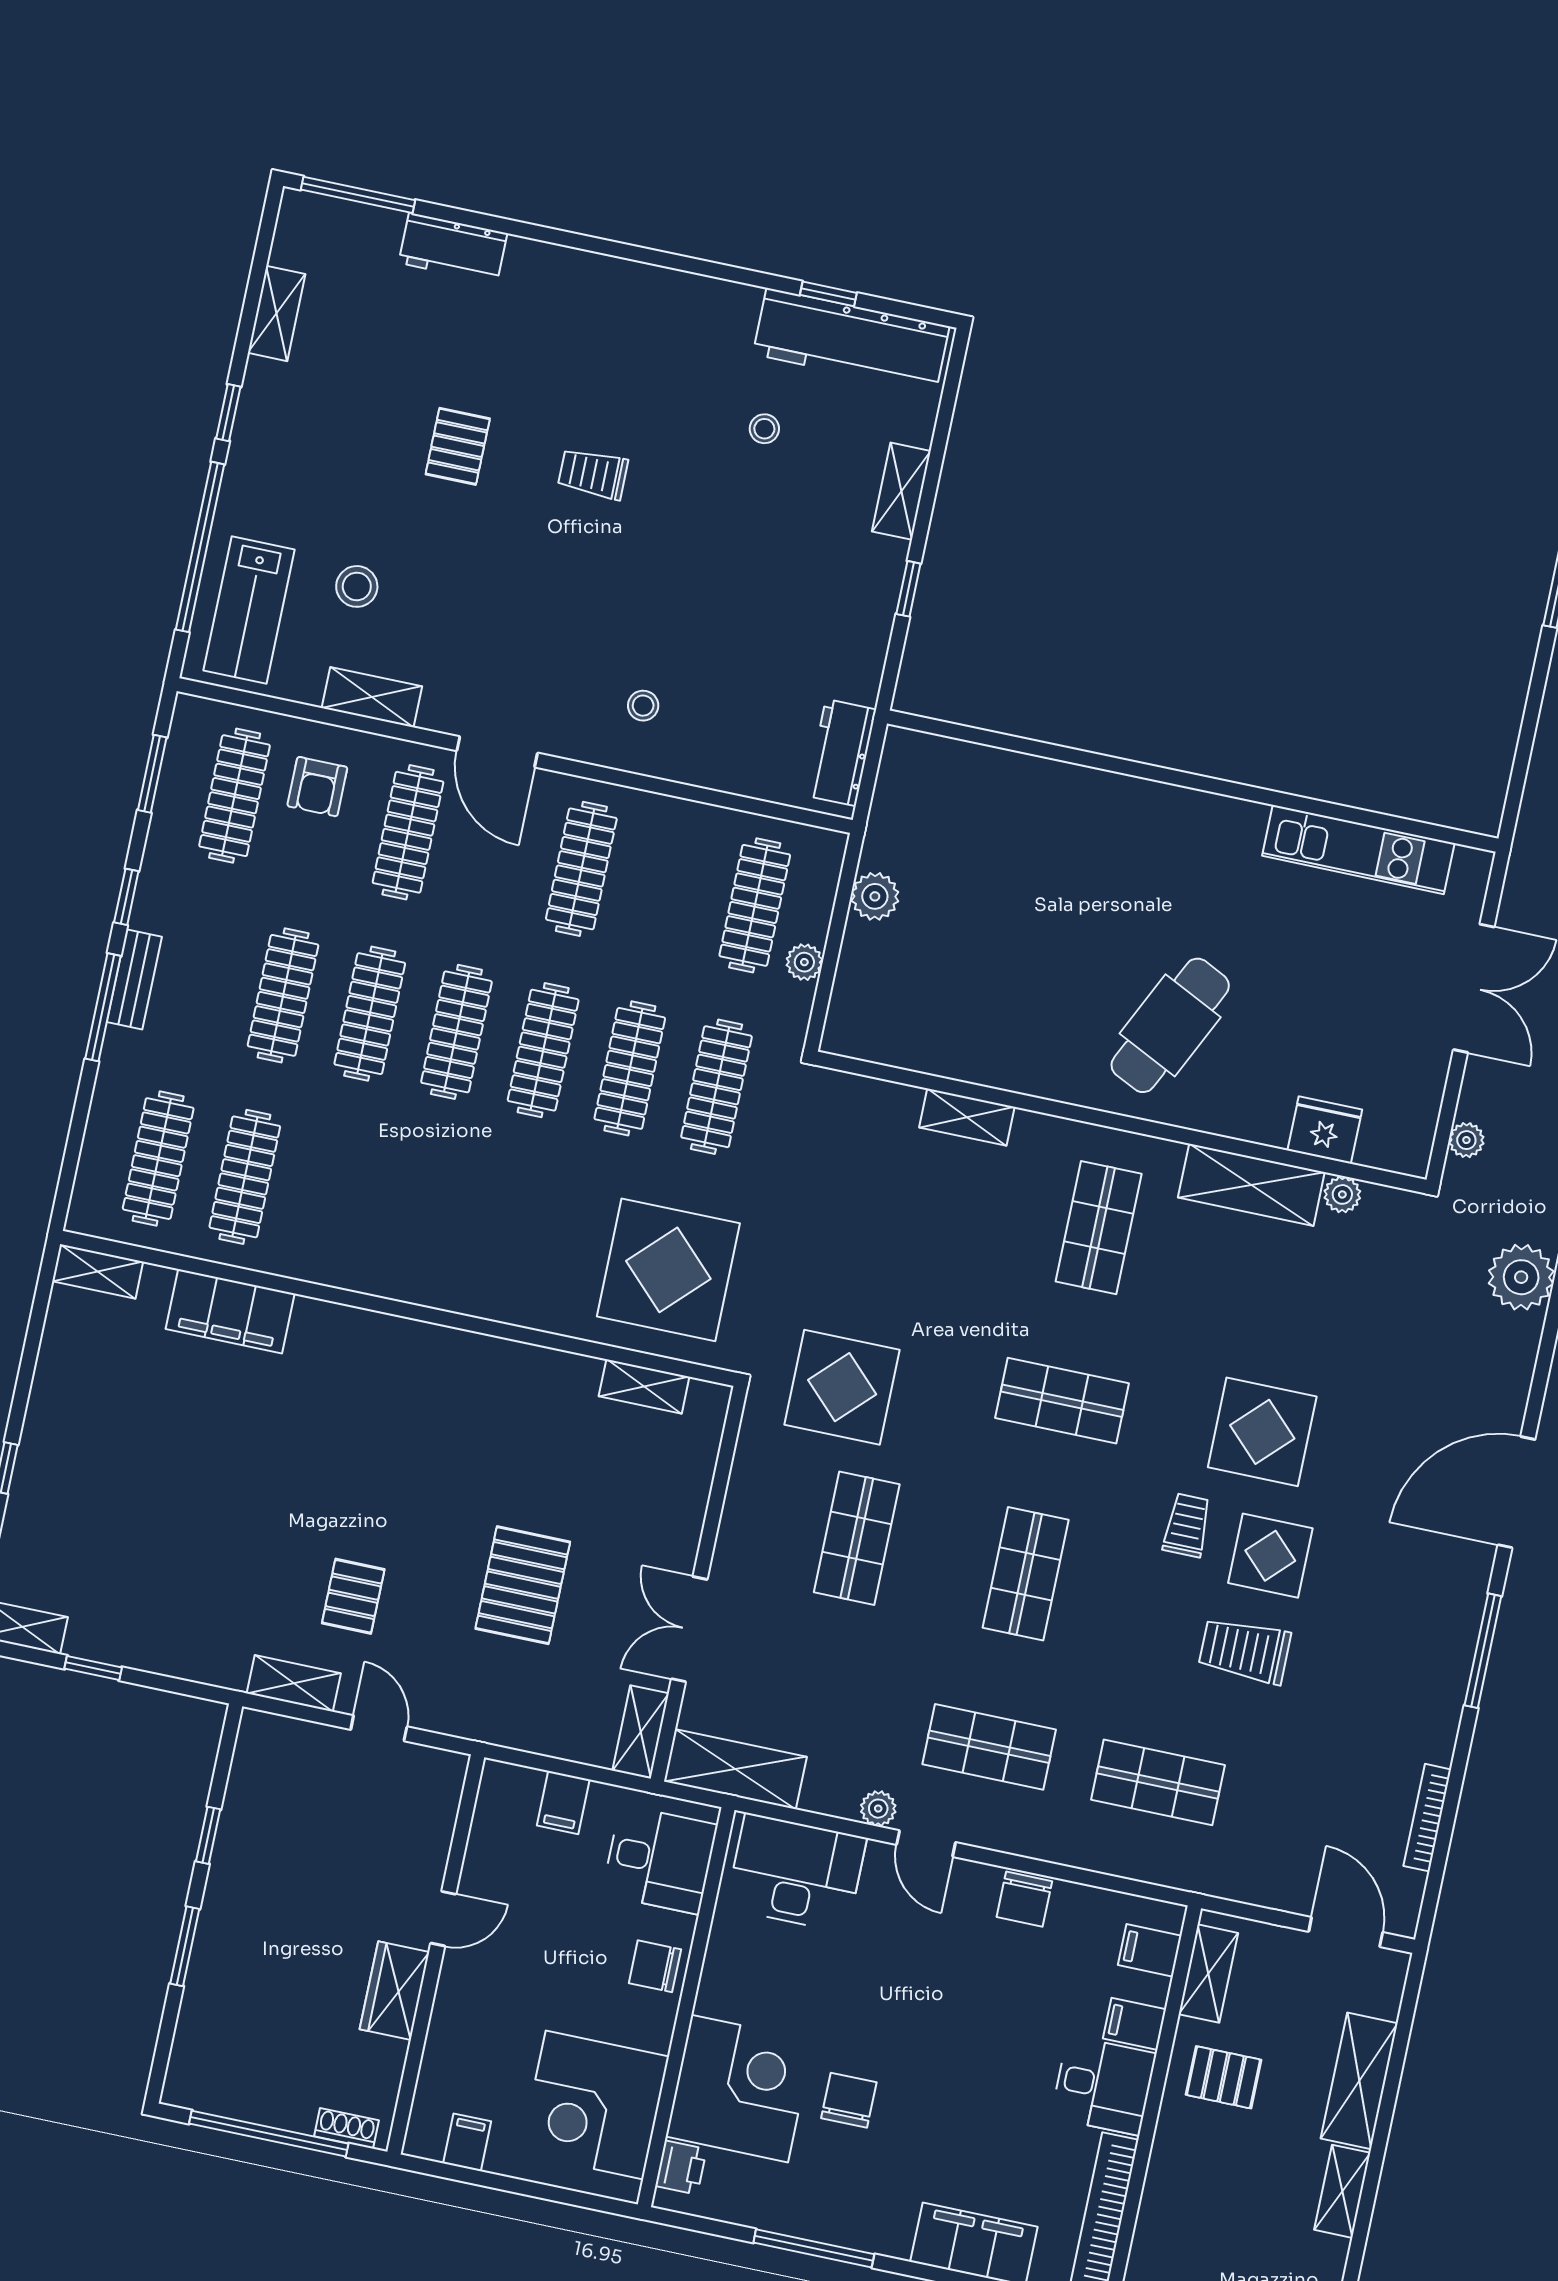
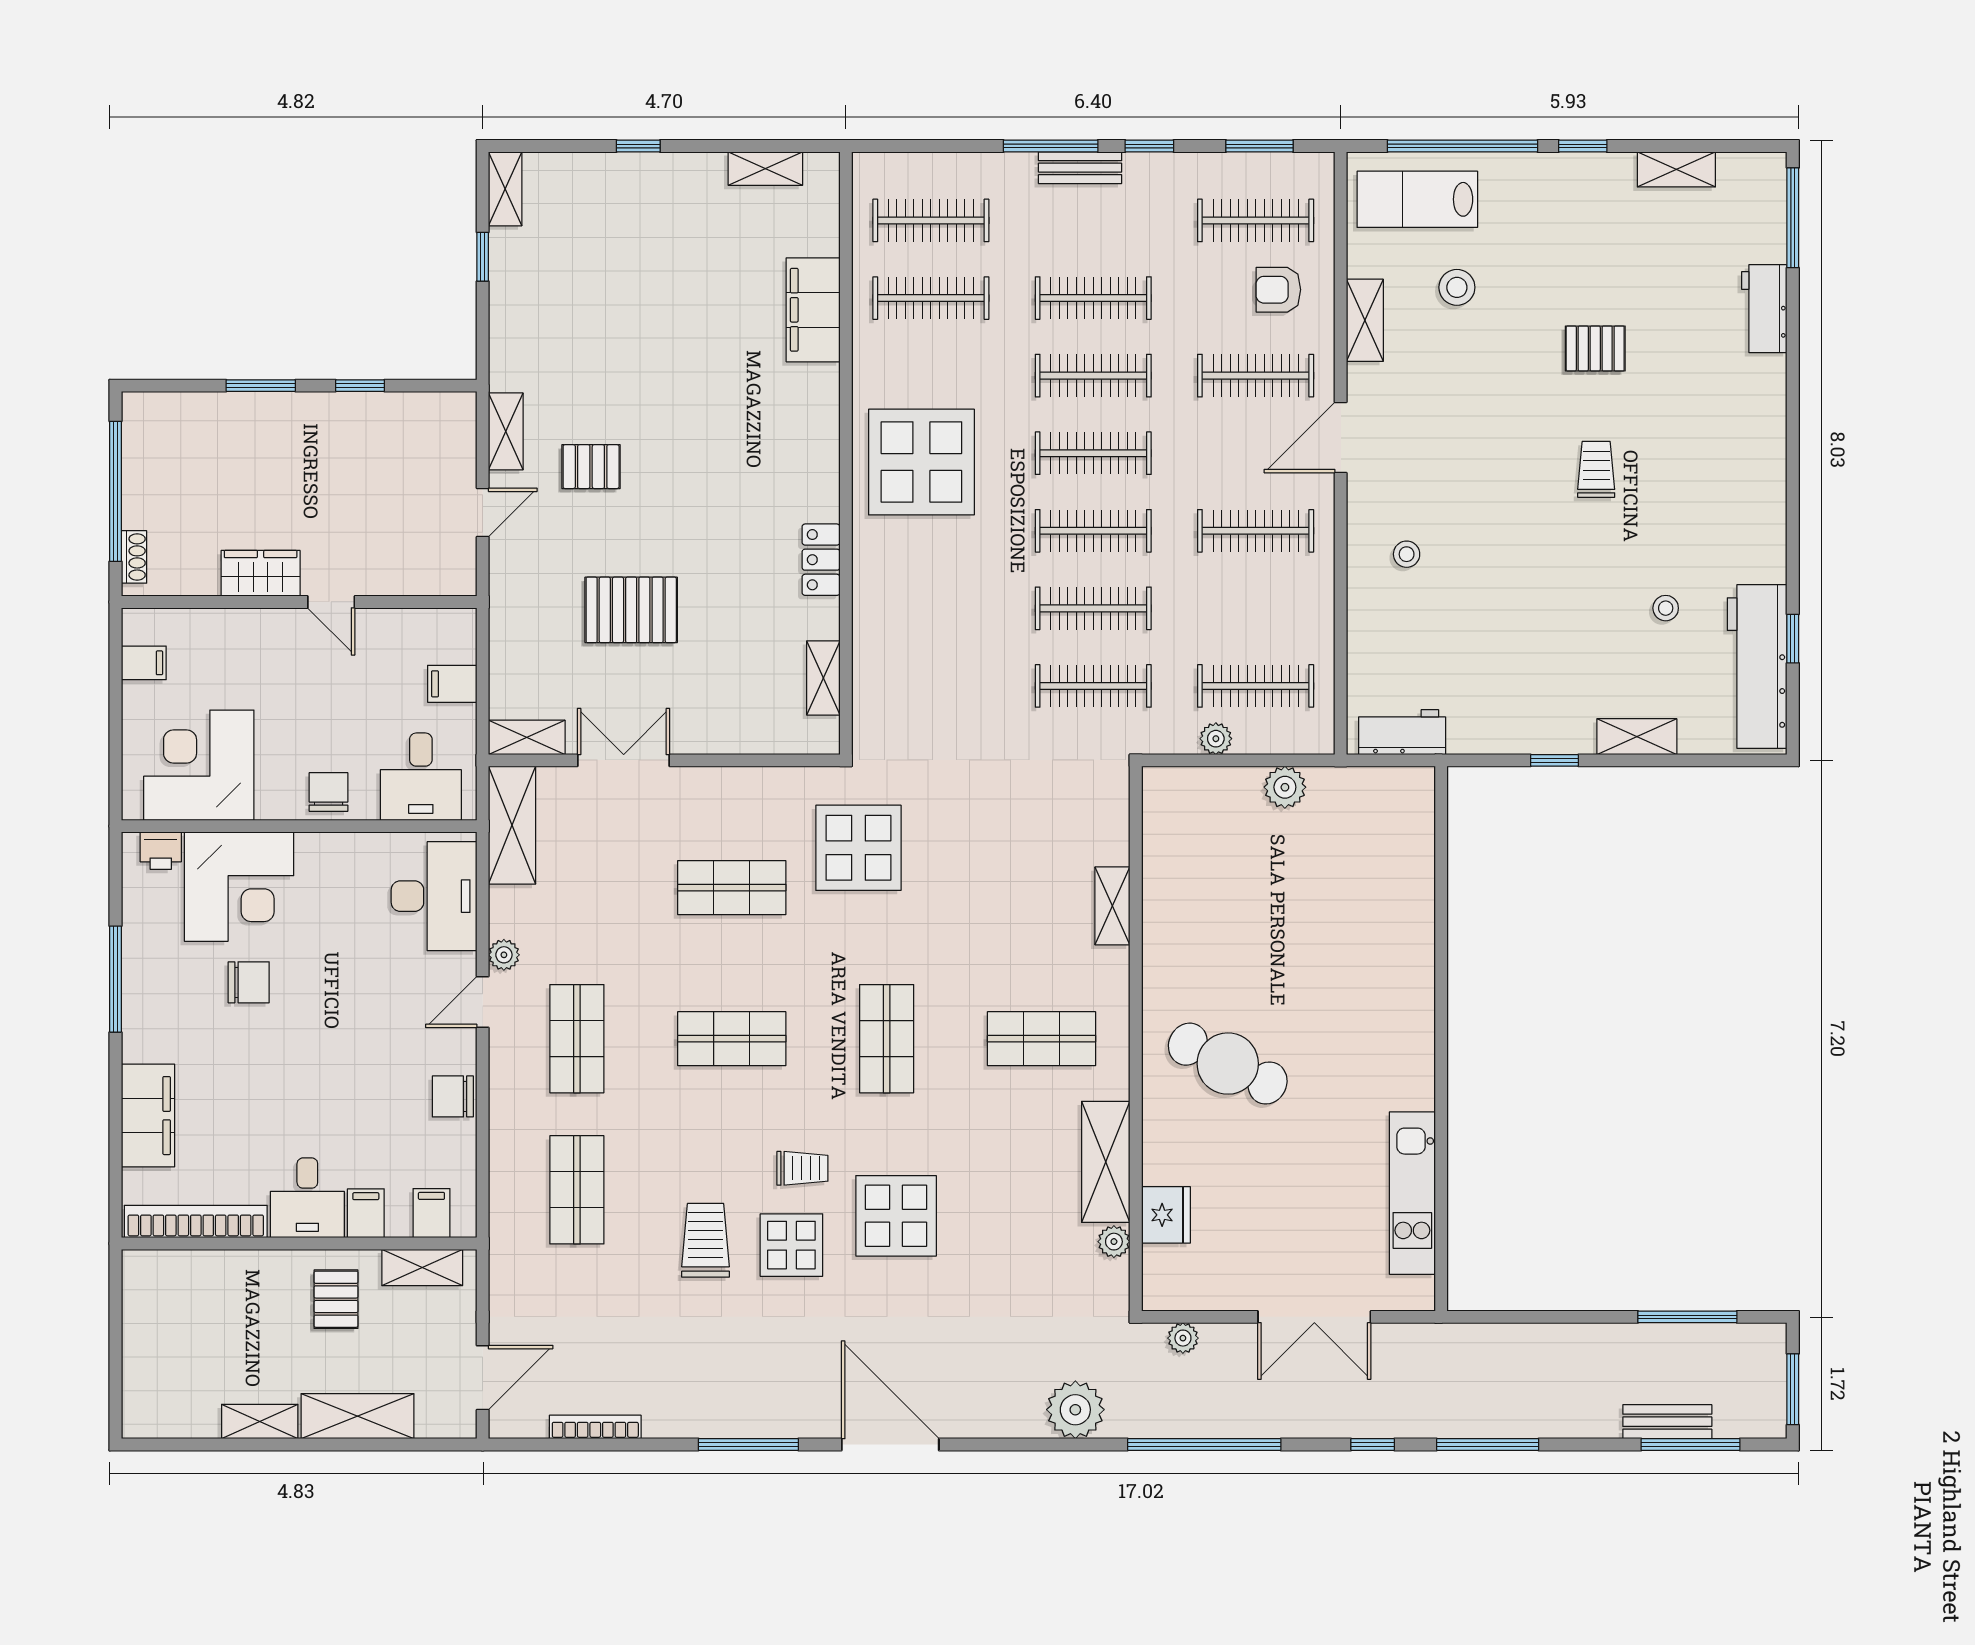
display table: (668, 1270) -> (921, 462), moved
shelving: (98, 1271) -> (765, 169), moved, turned 90
locker: (511, 1361) -> (821, 560), added

